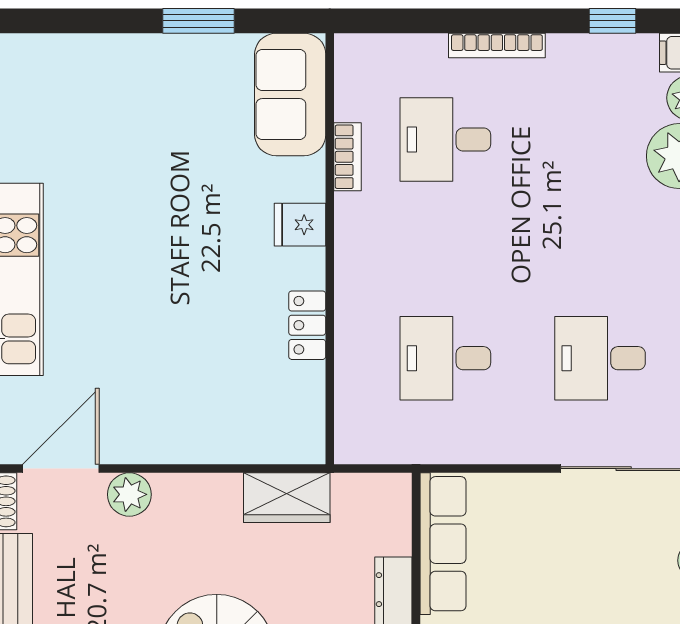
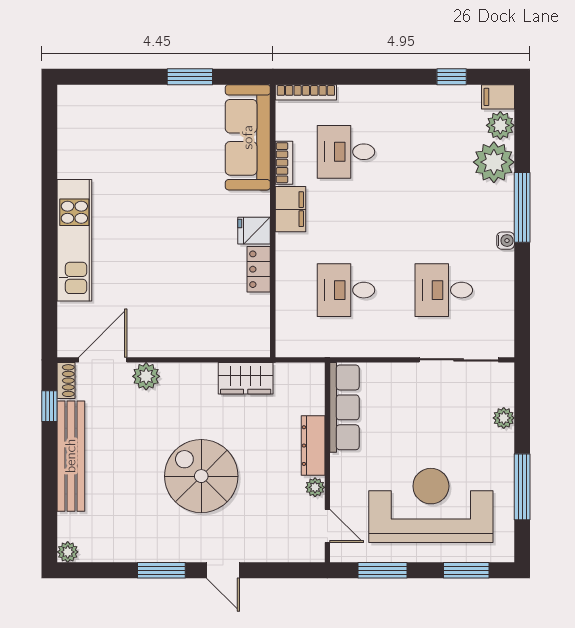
bookcase: (497, 46) -> (306, 92), moved
sofa: (290, 95) -> (248, 137), width x1.36
fridge: (300, 225) -> (254, 231), moved
filing cabinet: (358, 230) -> (291, 209), added

